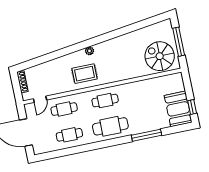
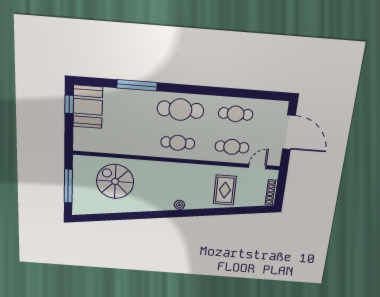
spiral stairs: (160, 56) -> (115, 181), moved, turned 180
rug: (85, 74) -> (225, 190), moved, turned 90

